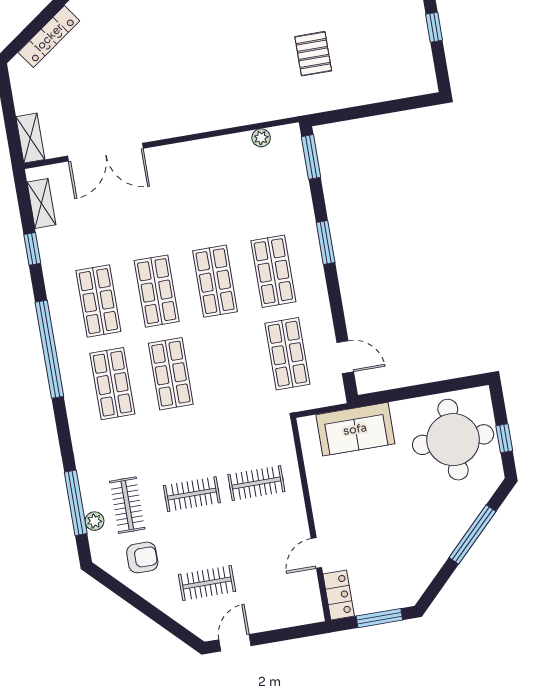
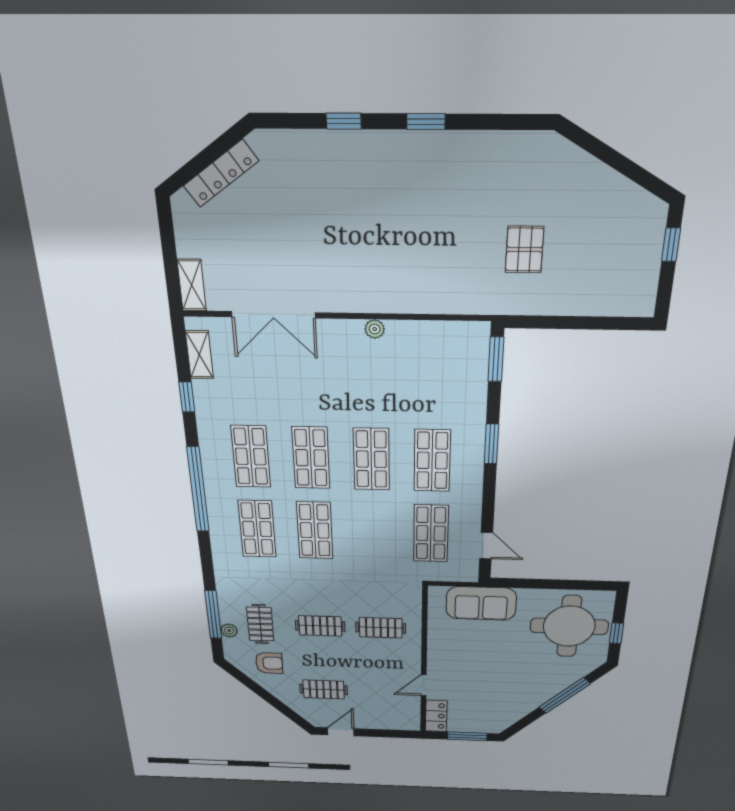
plant: (261, 138) -> (375, 329), moved

